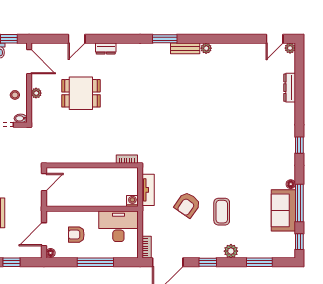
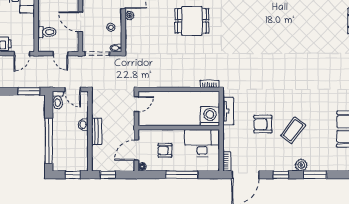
plant: (36, 93) -> (130, 16), moved
dining table: (81, 93) -> (192, 21), moved
washing machine: (132, 201) -> (210, 116), width x1.89, depth x1.89
armchair: (187, 205) -> (263, 124), turned 55
coffee table: (222, 212) -> (293, 130), turned 37
window: (259, 262) -> (315, 175), moved

